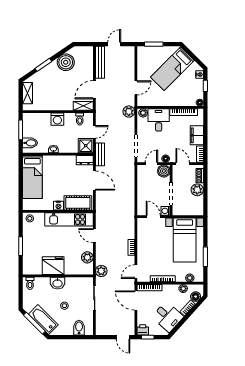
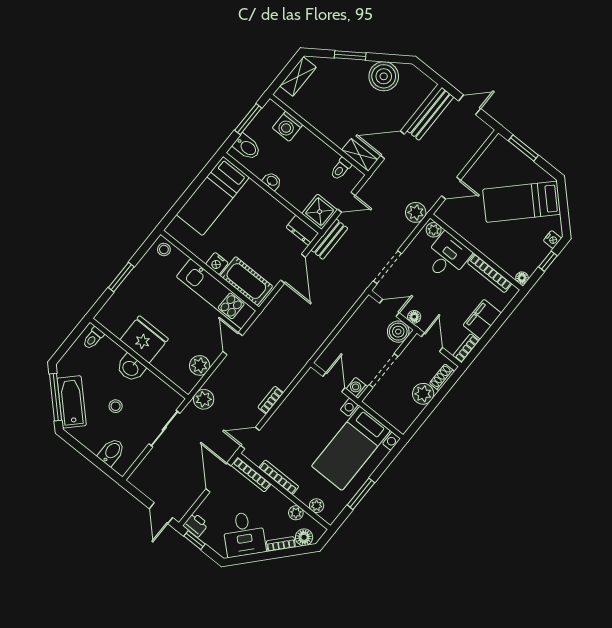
washing machine: (57, 119) -> (287, 126), moved

